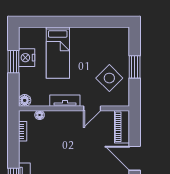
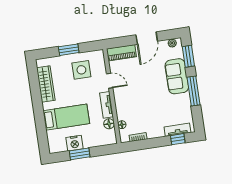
wardrobe: (99, 35) -> (46, 84), added
side table: (109, 78) -> (81, 70), turned 45
floor lamp: (25, 100) -> (109, 124), moved

